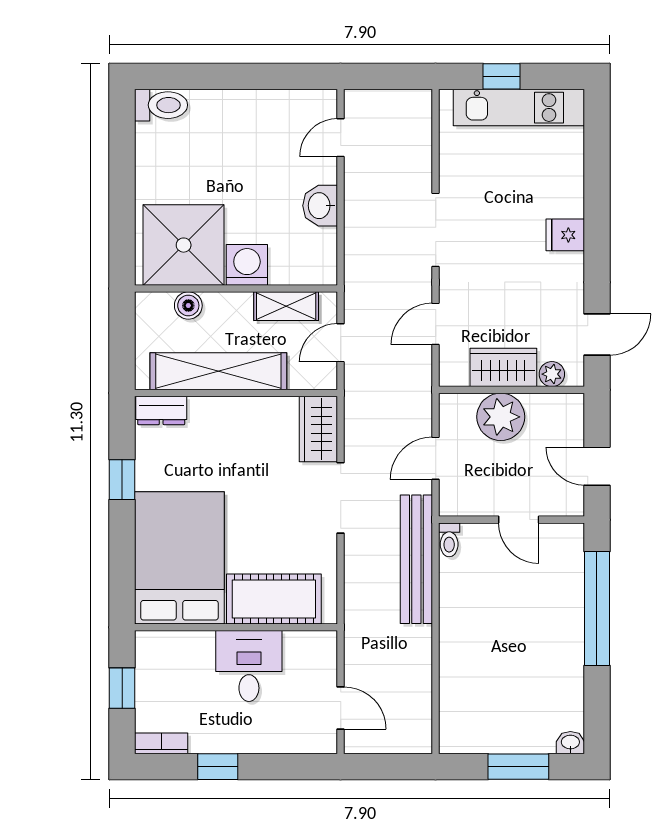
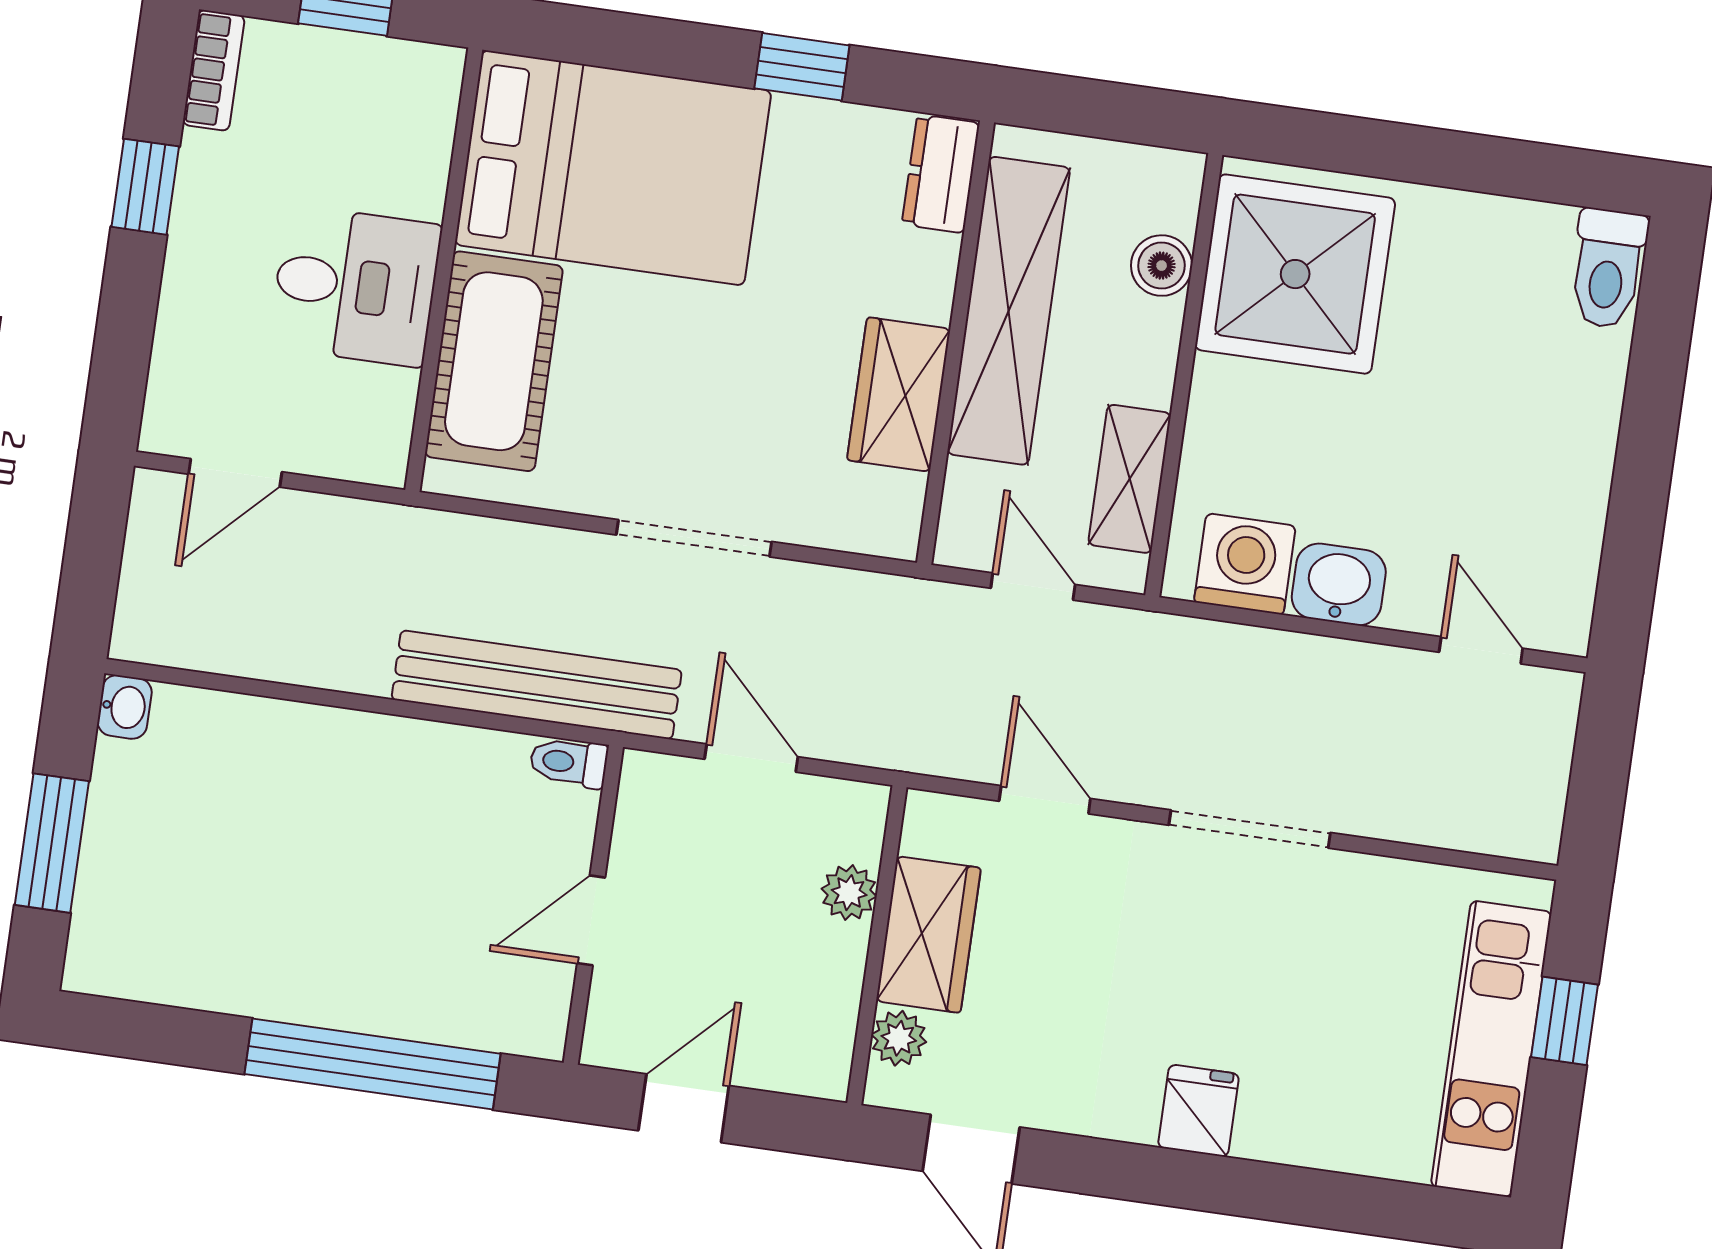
washing machine: (247, 265) -> (1245, 564), moved, turned -90
plant: (501, 417) -> (849, 893), width x0.53, depth x0.53
wardrobe: (318, 429) -> (899, 394), moved, turned -90
washbasin: (570, 743) -> (125, 707), moved

